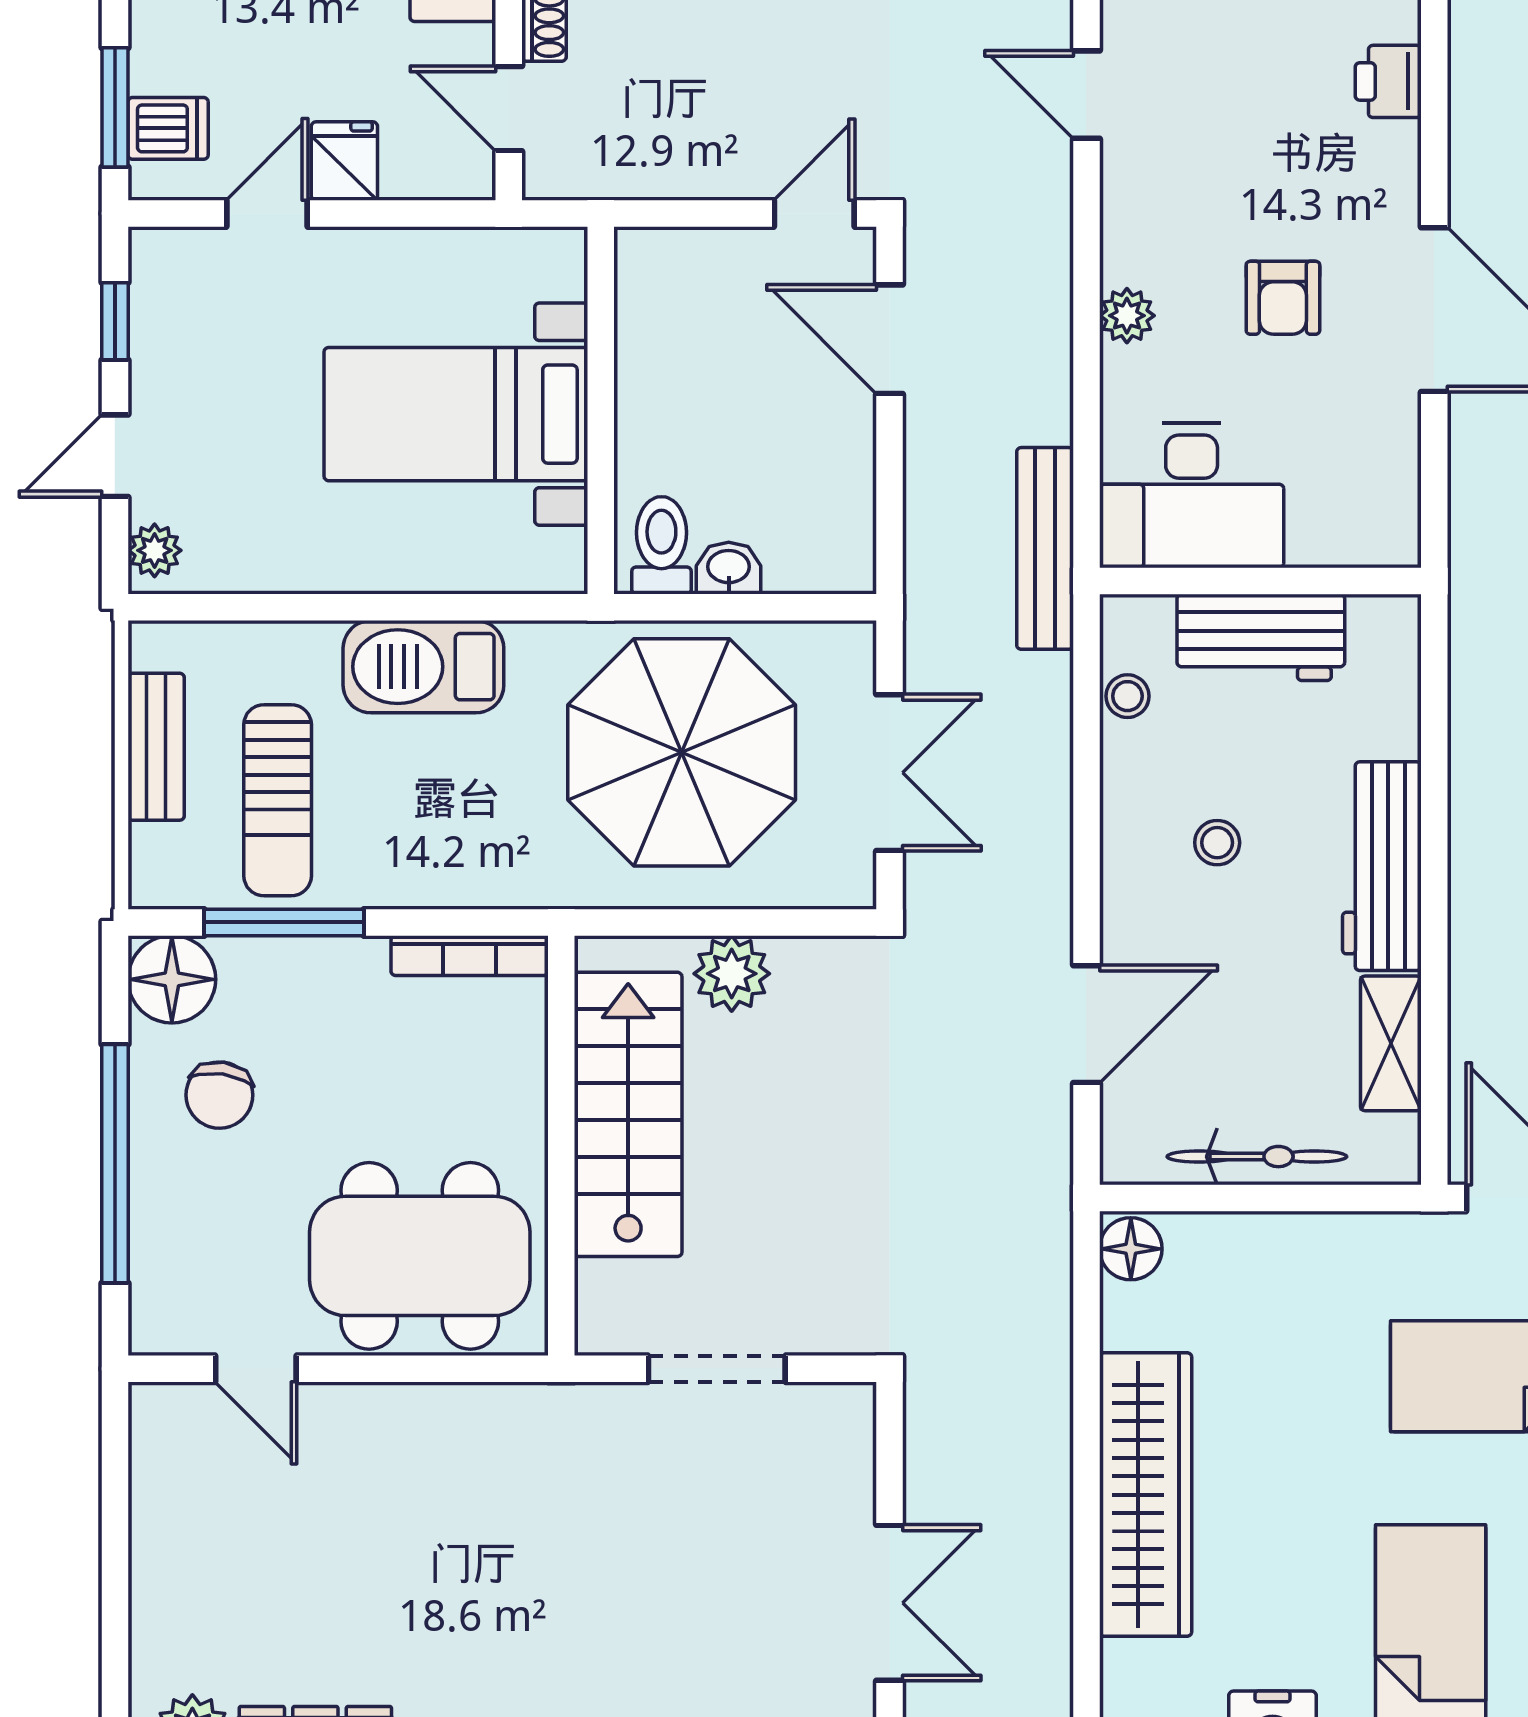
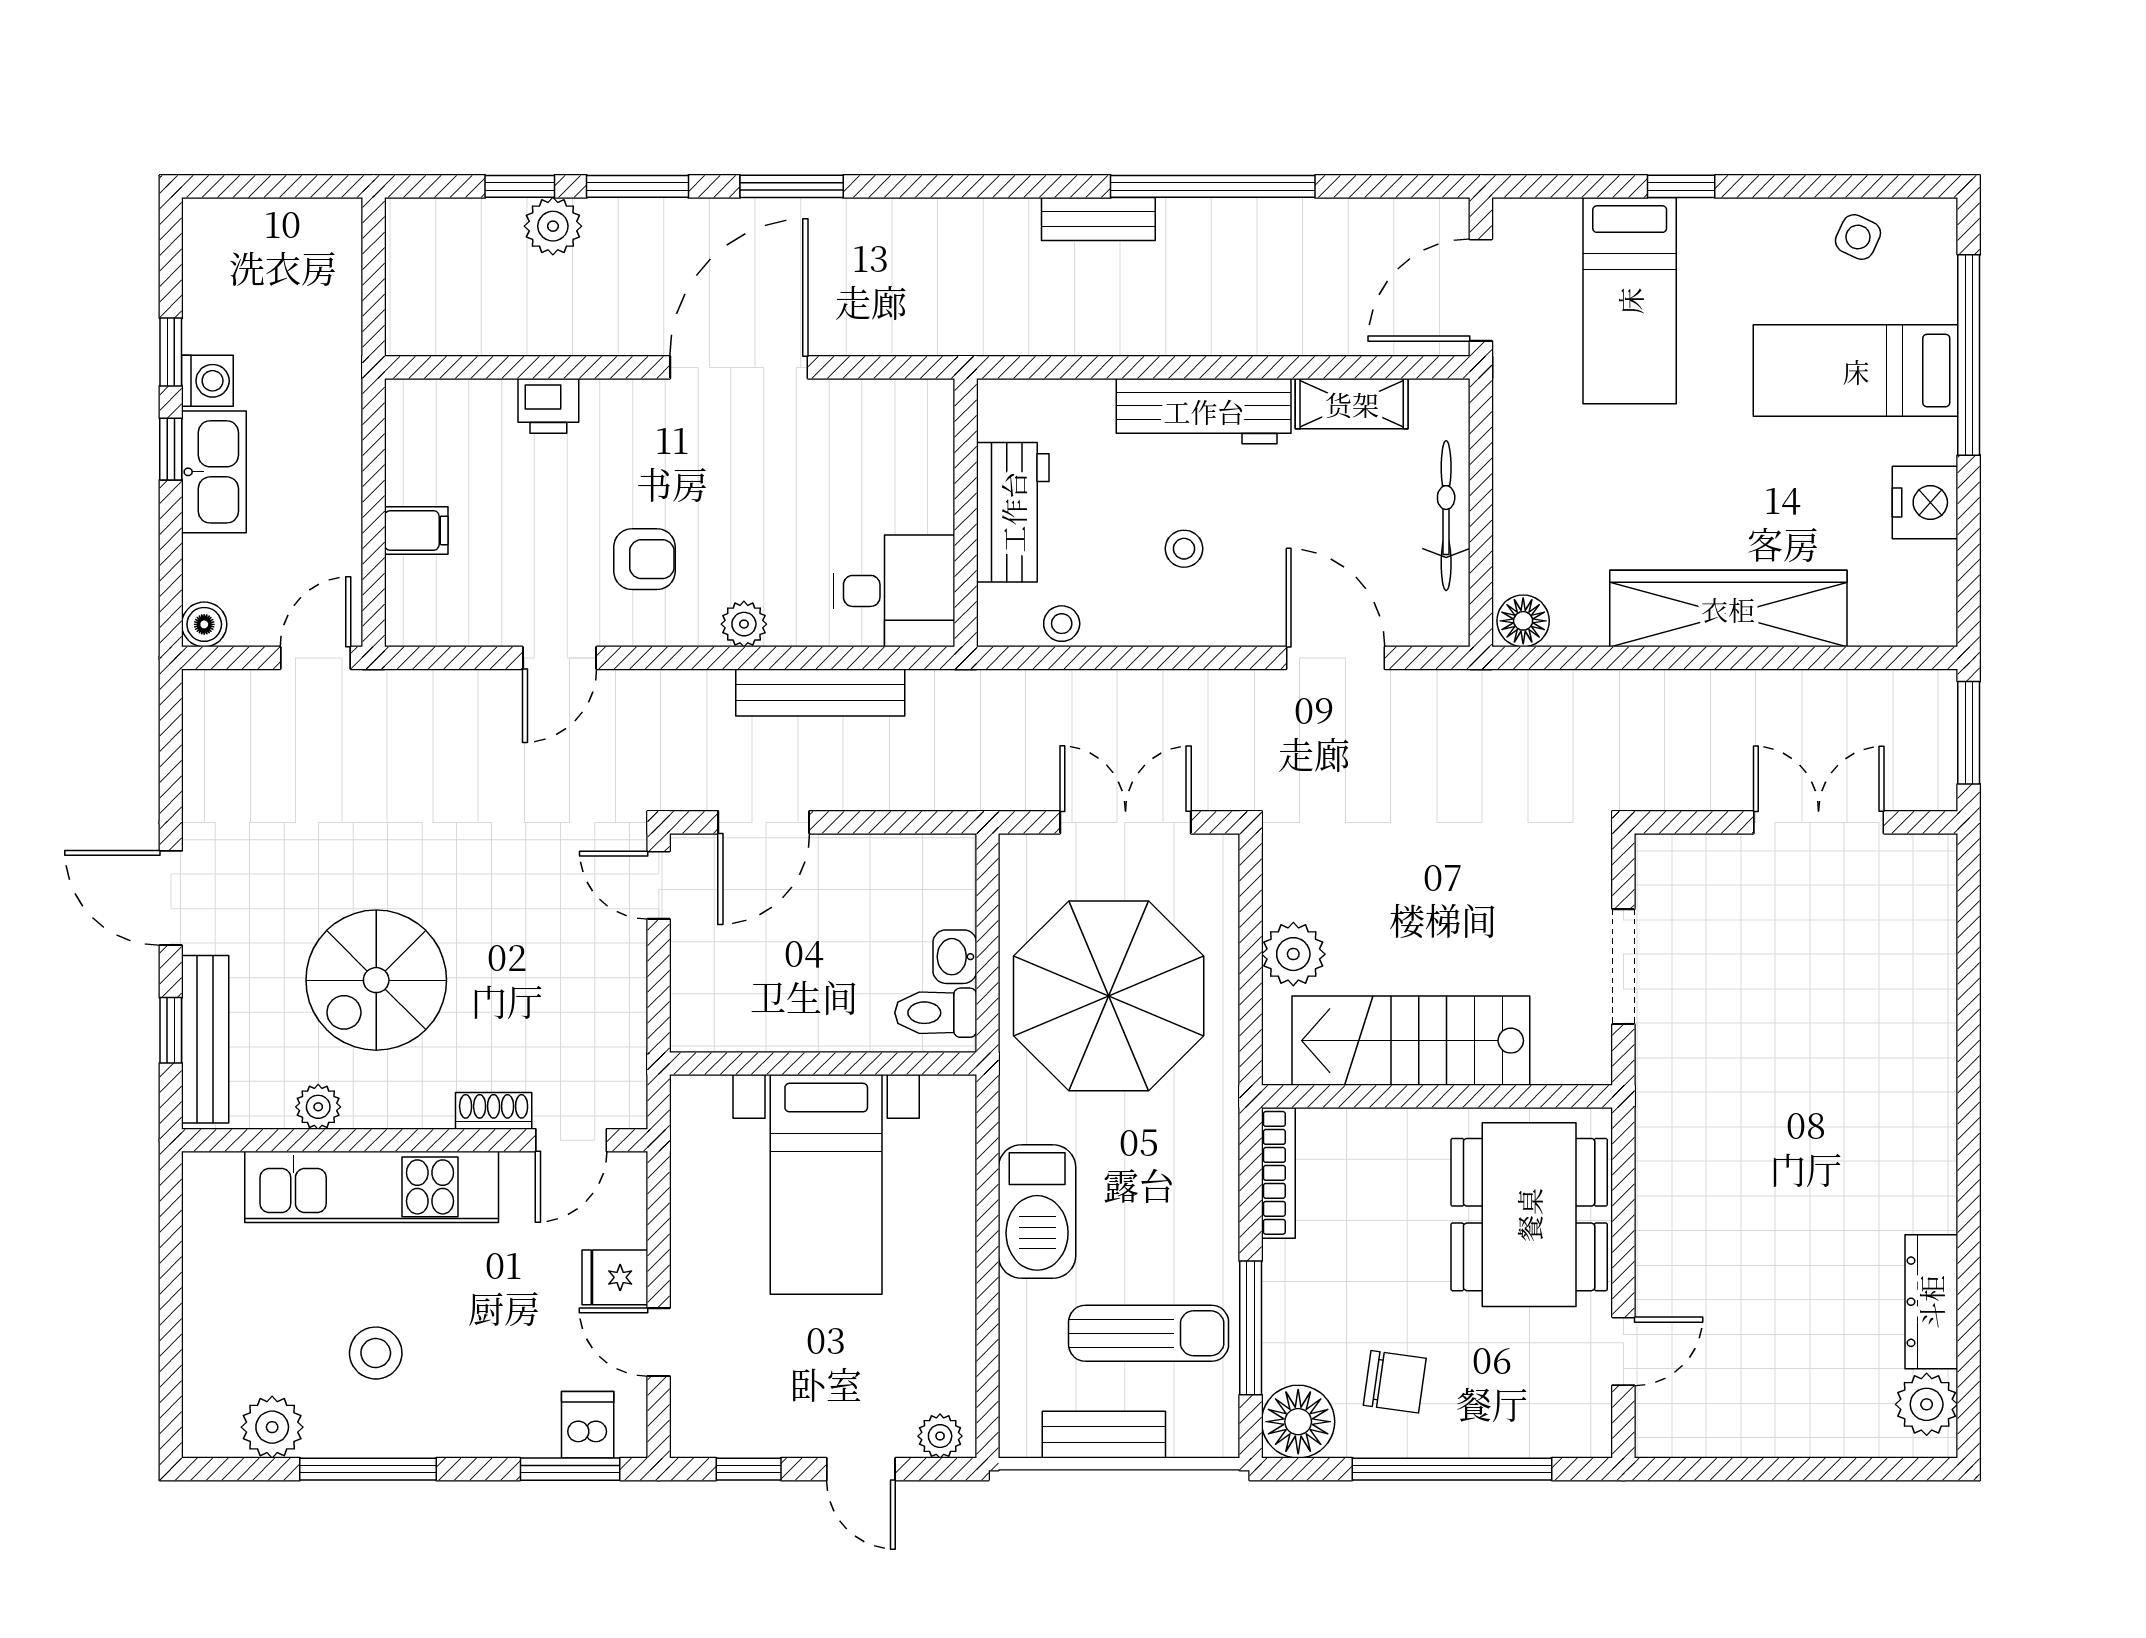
armchair: (1283, 298) -> (645, 559), moved
desk: (1192, 496) -> (894, 591), width x0.73
bench: (1045, 548) -> (820, 692), moved

